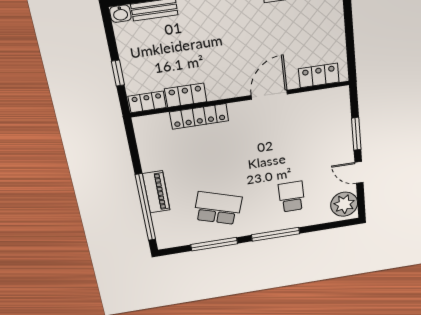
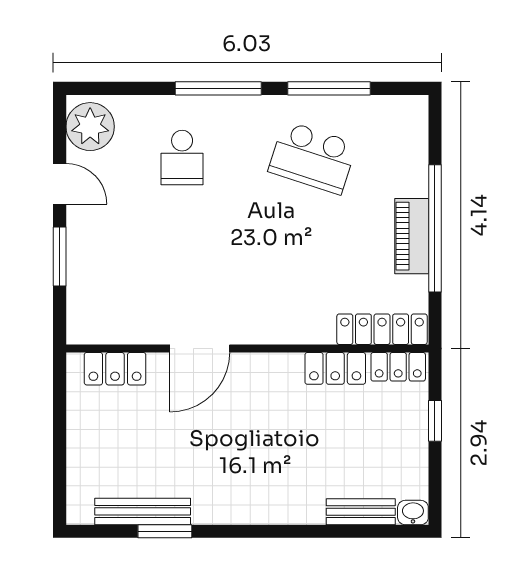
locker: (199, 116) -> (382, 329), moved
piano: (156, 192) -> (412, 236), moved
window: (145, 207) -> (435, 228), moved

